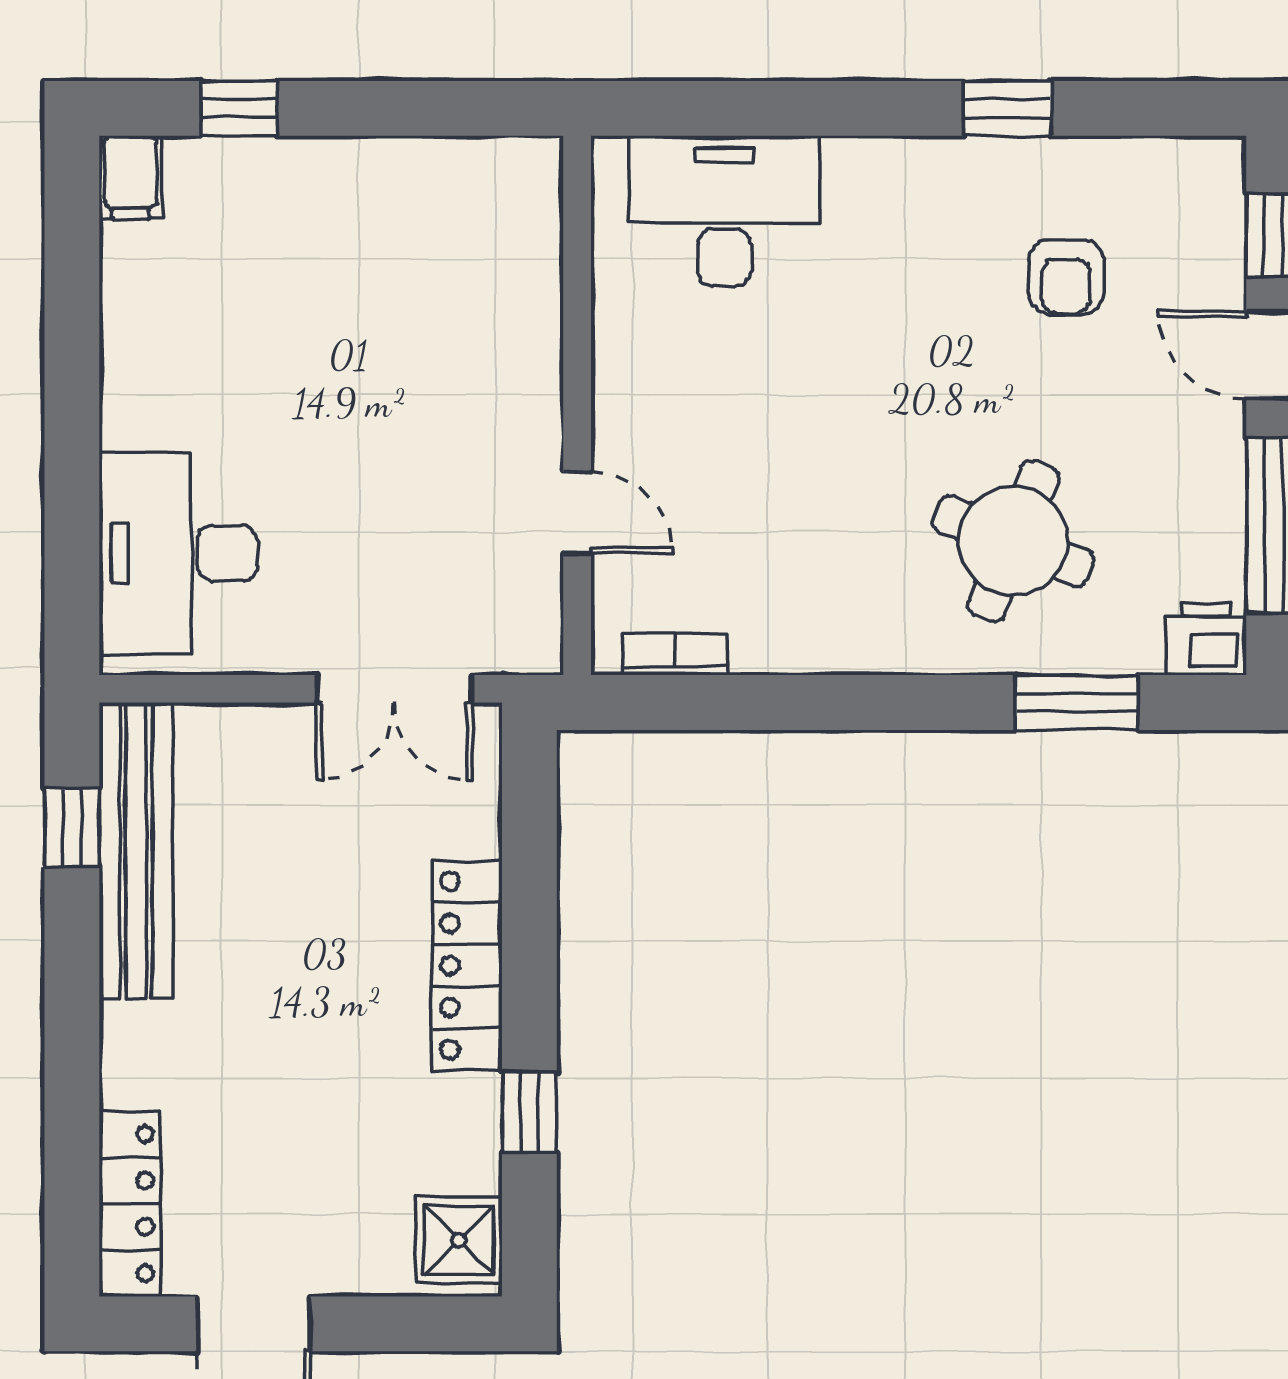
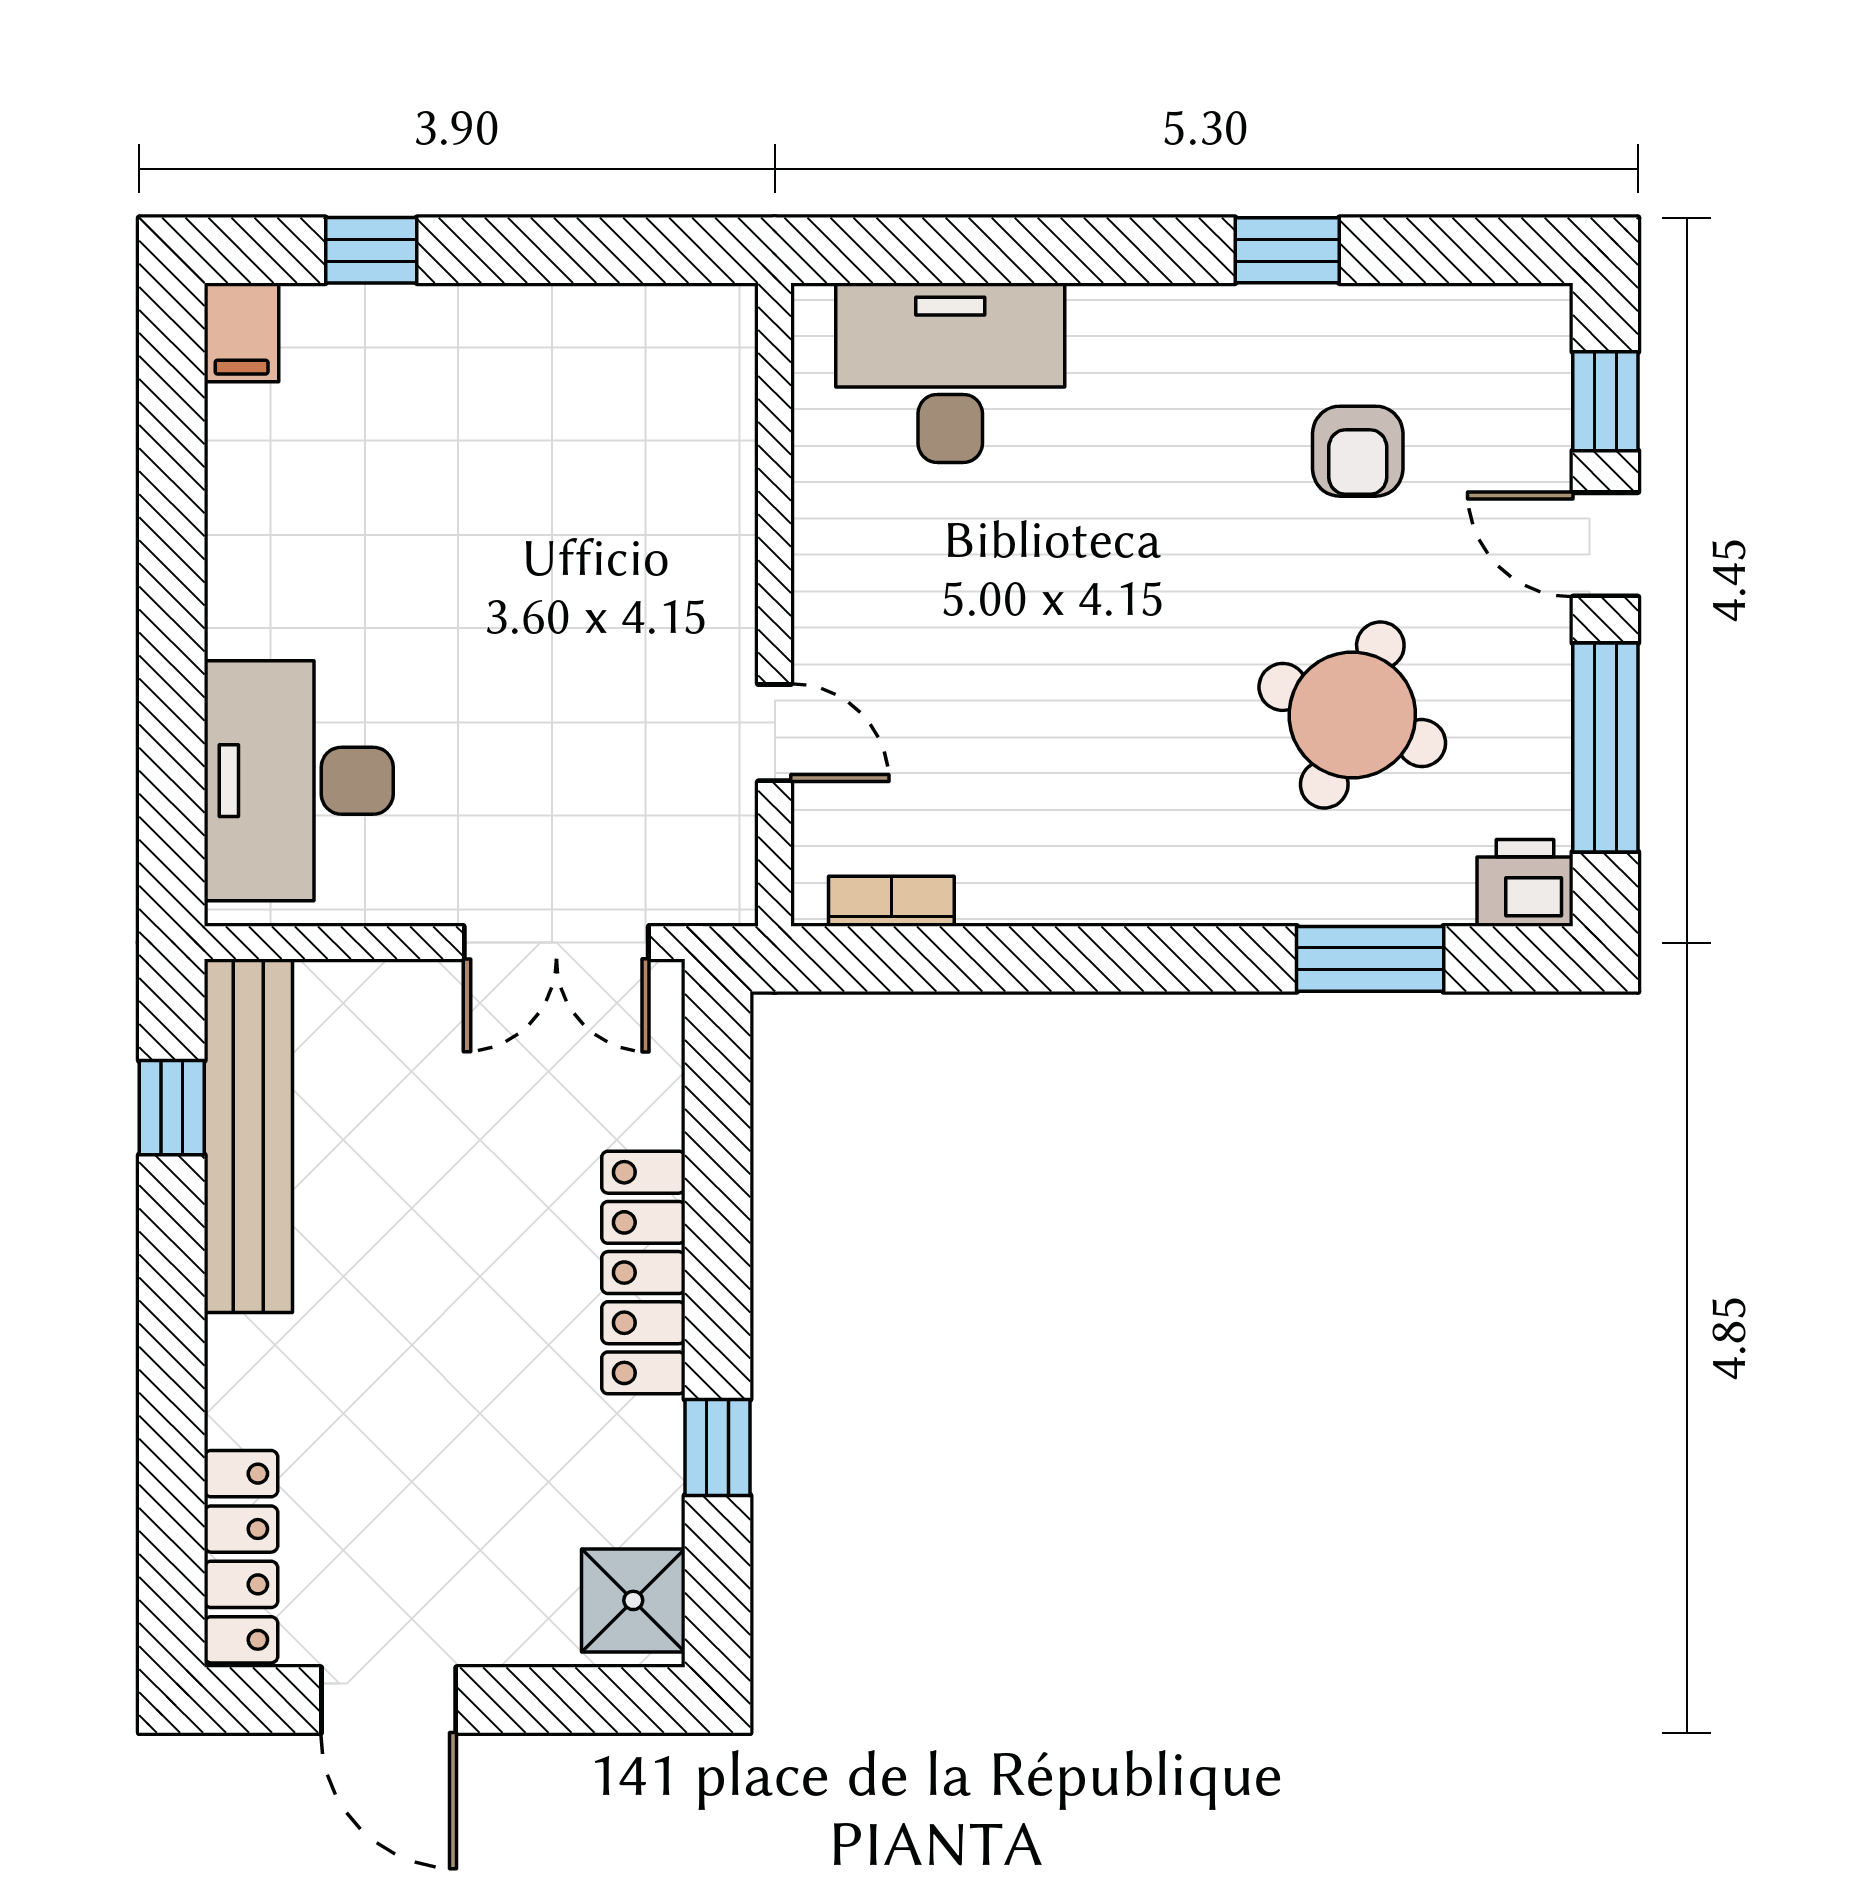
round table: (1013, 541) -> (1352, 715), moved

